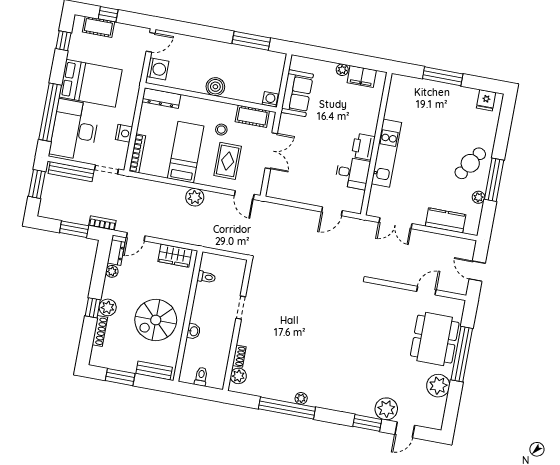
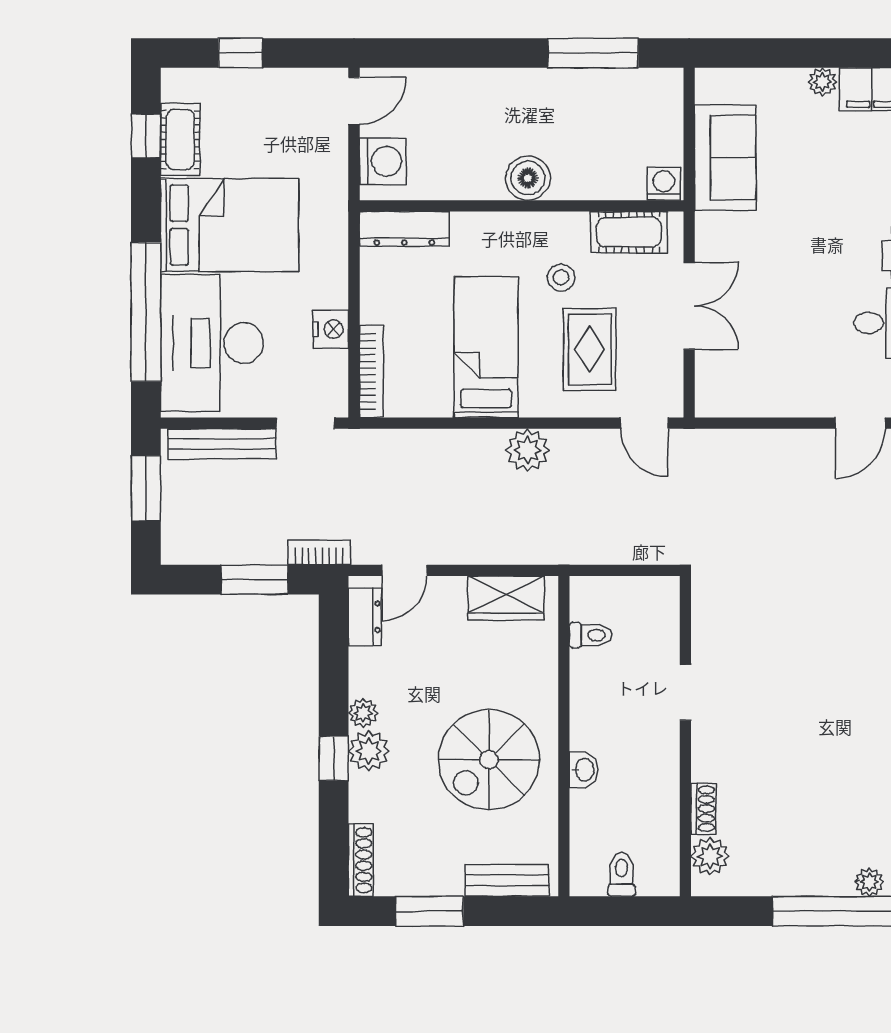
cot: (98, 27) -> (180, 139), moved, turned 90
plant: (112, 271) -> (363, 713), moved
shoe rack: (100, 331) -> (361, 860), moved

